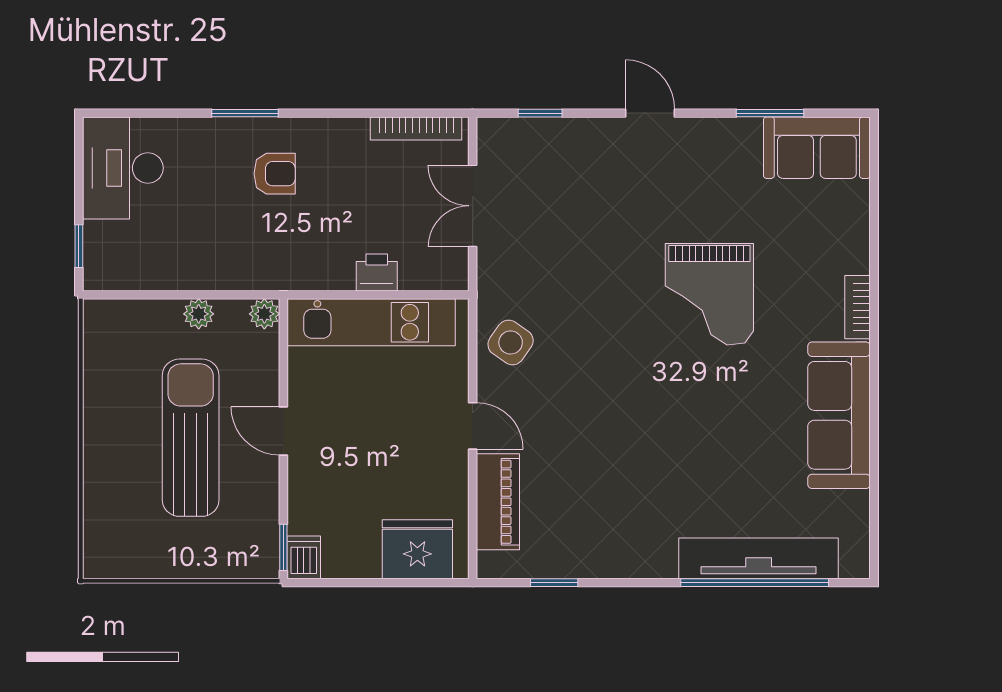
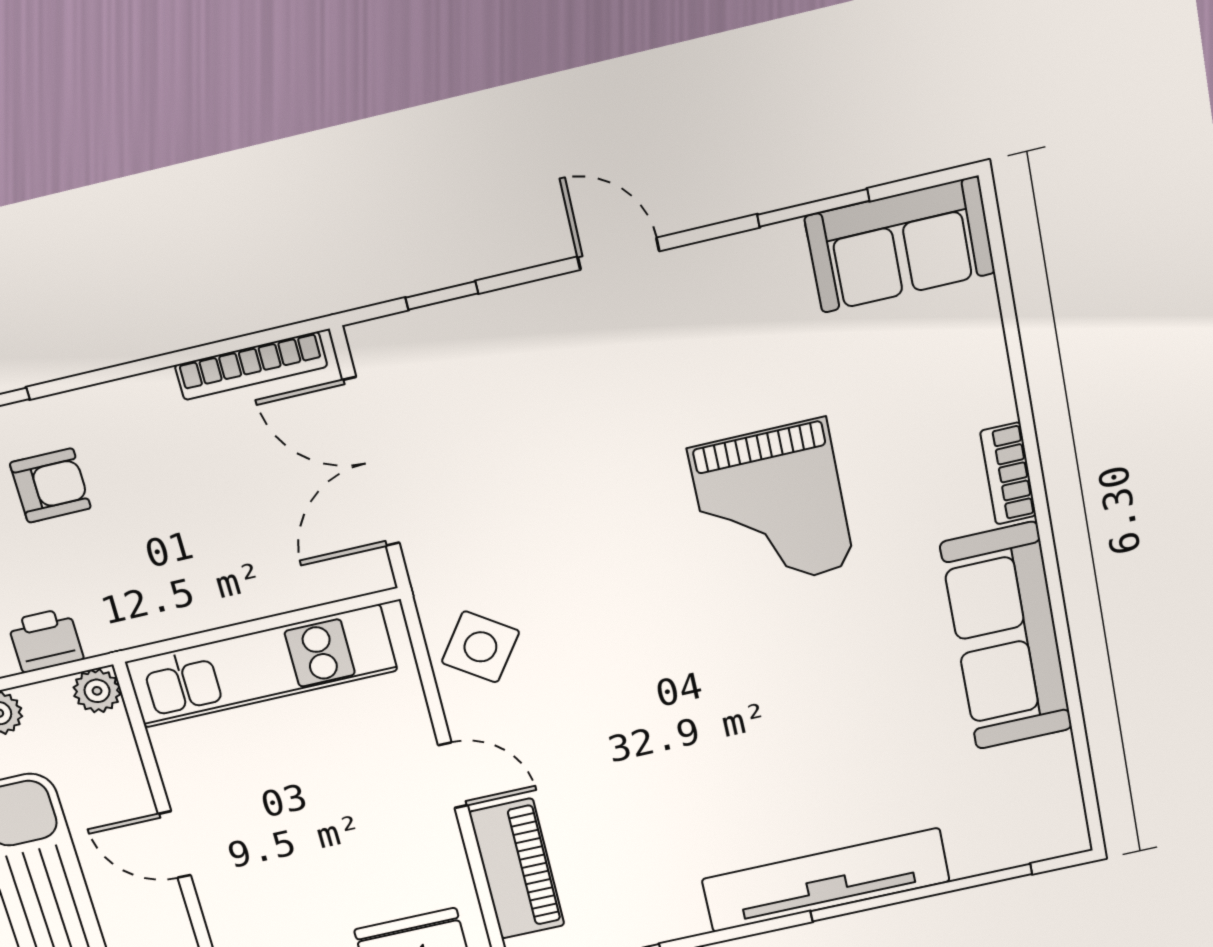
double door: (473, 206) -> (371, 462), width x1.37
printer: (377, 272) -> (46, 640), moved
tv unit: (759, 558) -> (826, 880), moved

